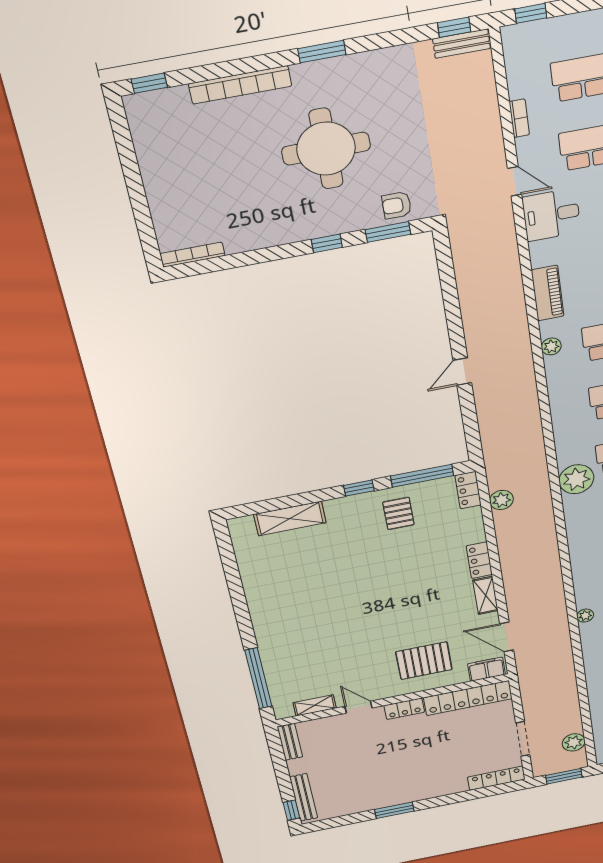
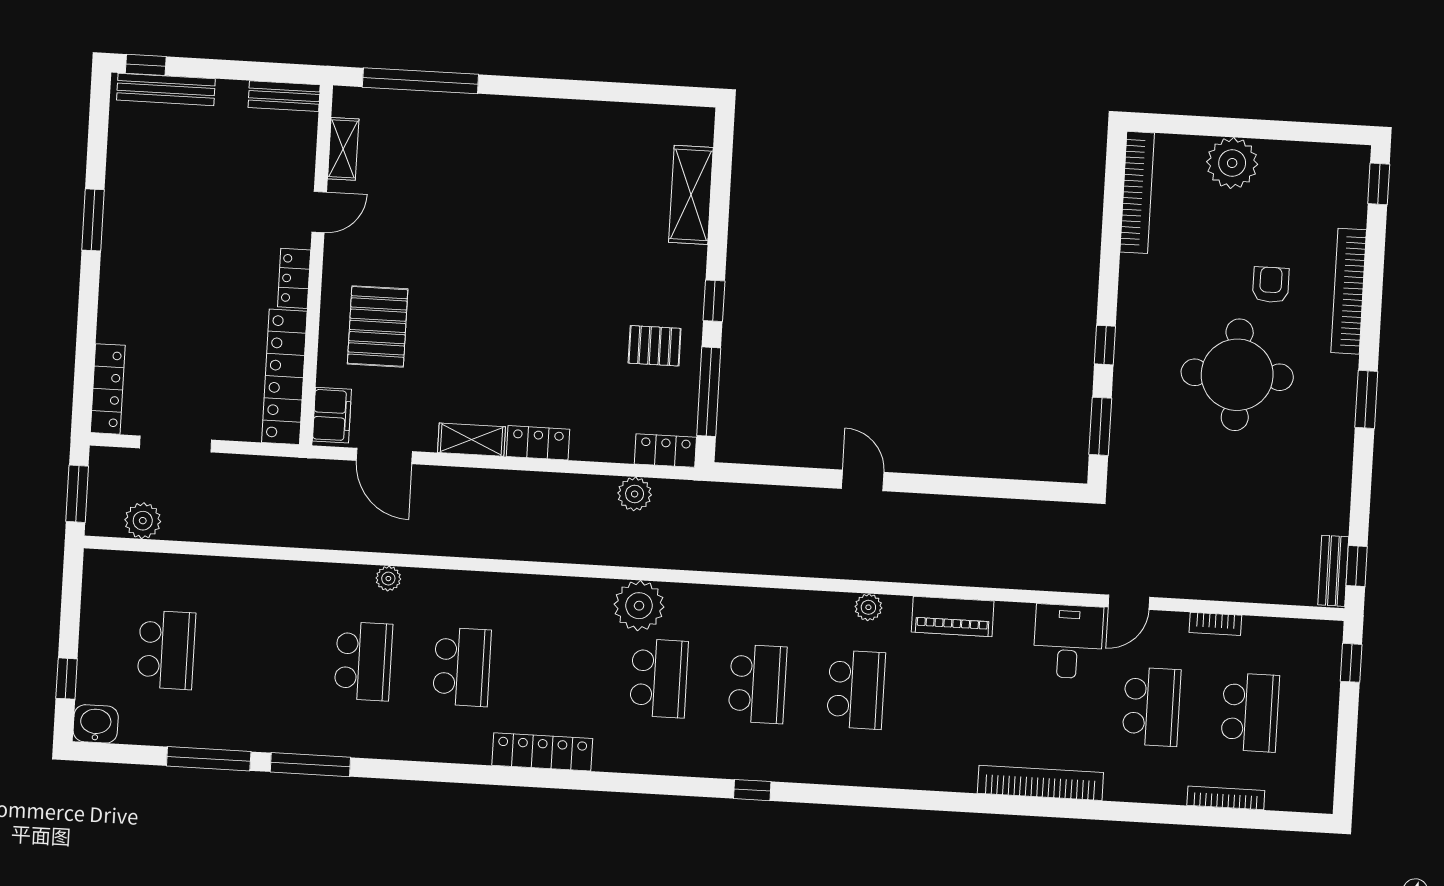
plant: (165, 191) -> (1232, 163), added
armchair: (397, 205) -> (1271, 285), moved
bookcase: (192, 255) -> (1137, 192), width x1.48, depth x1.31
door: (507, 637) -> (384, 456), swing flipped

